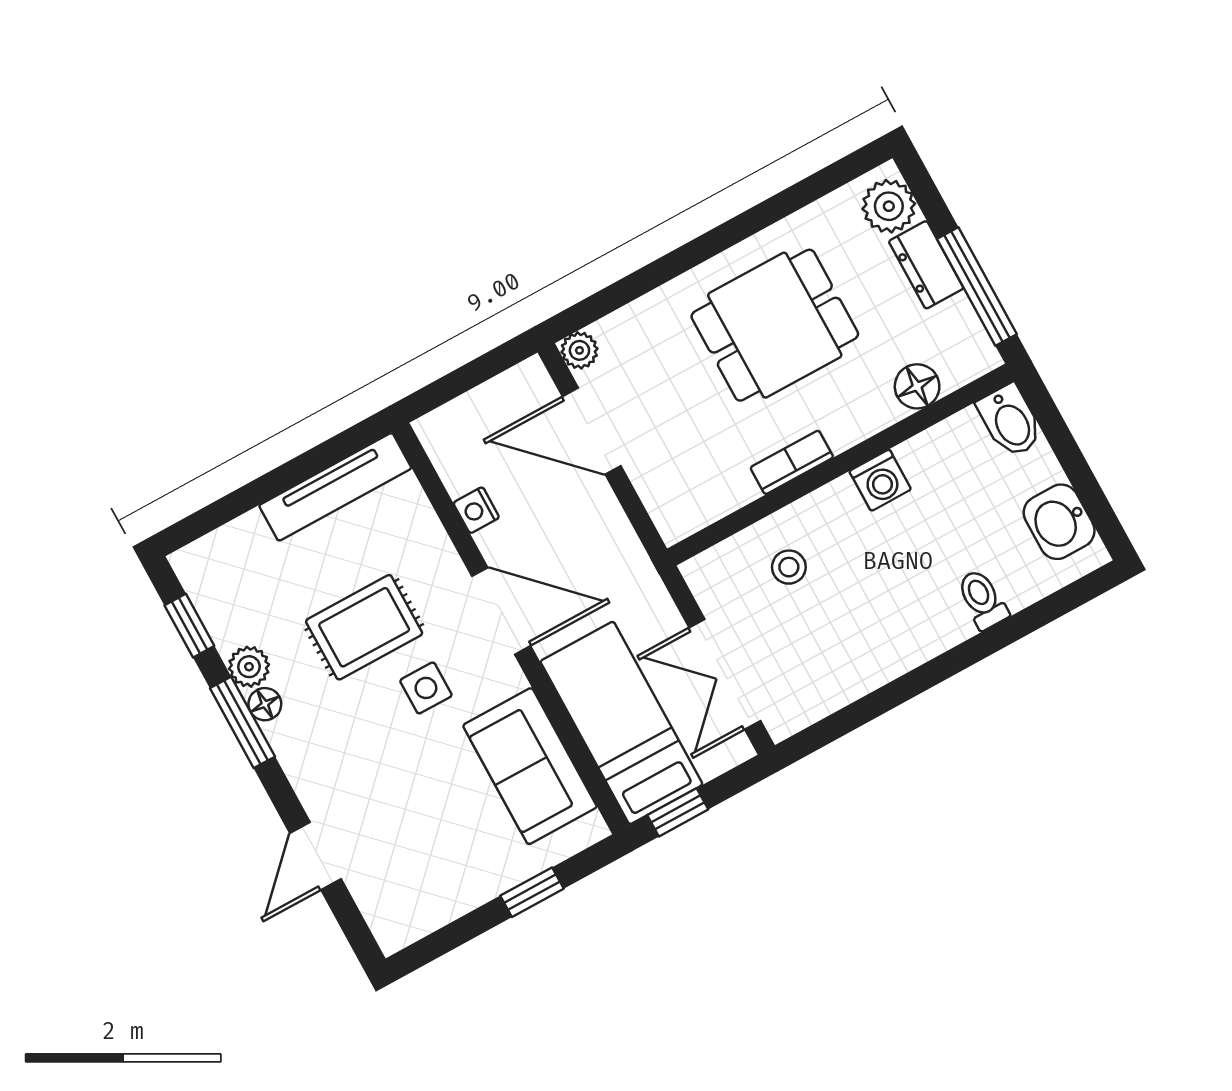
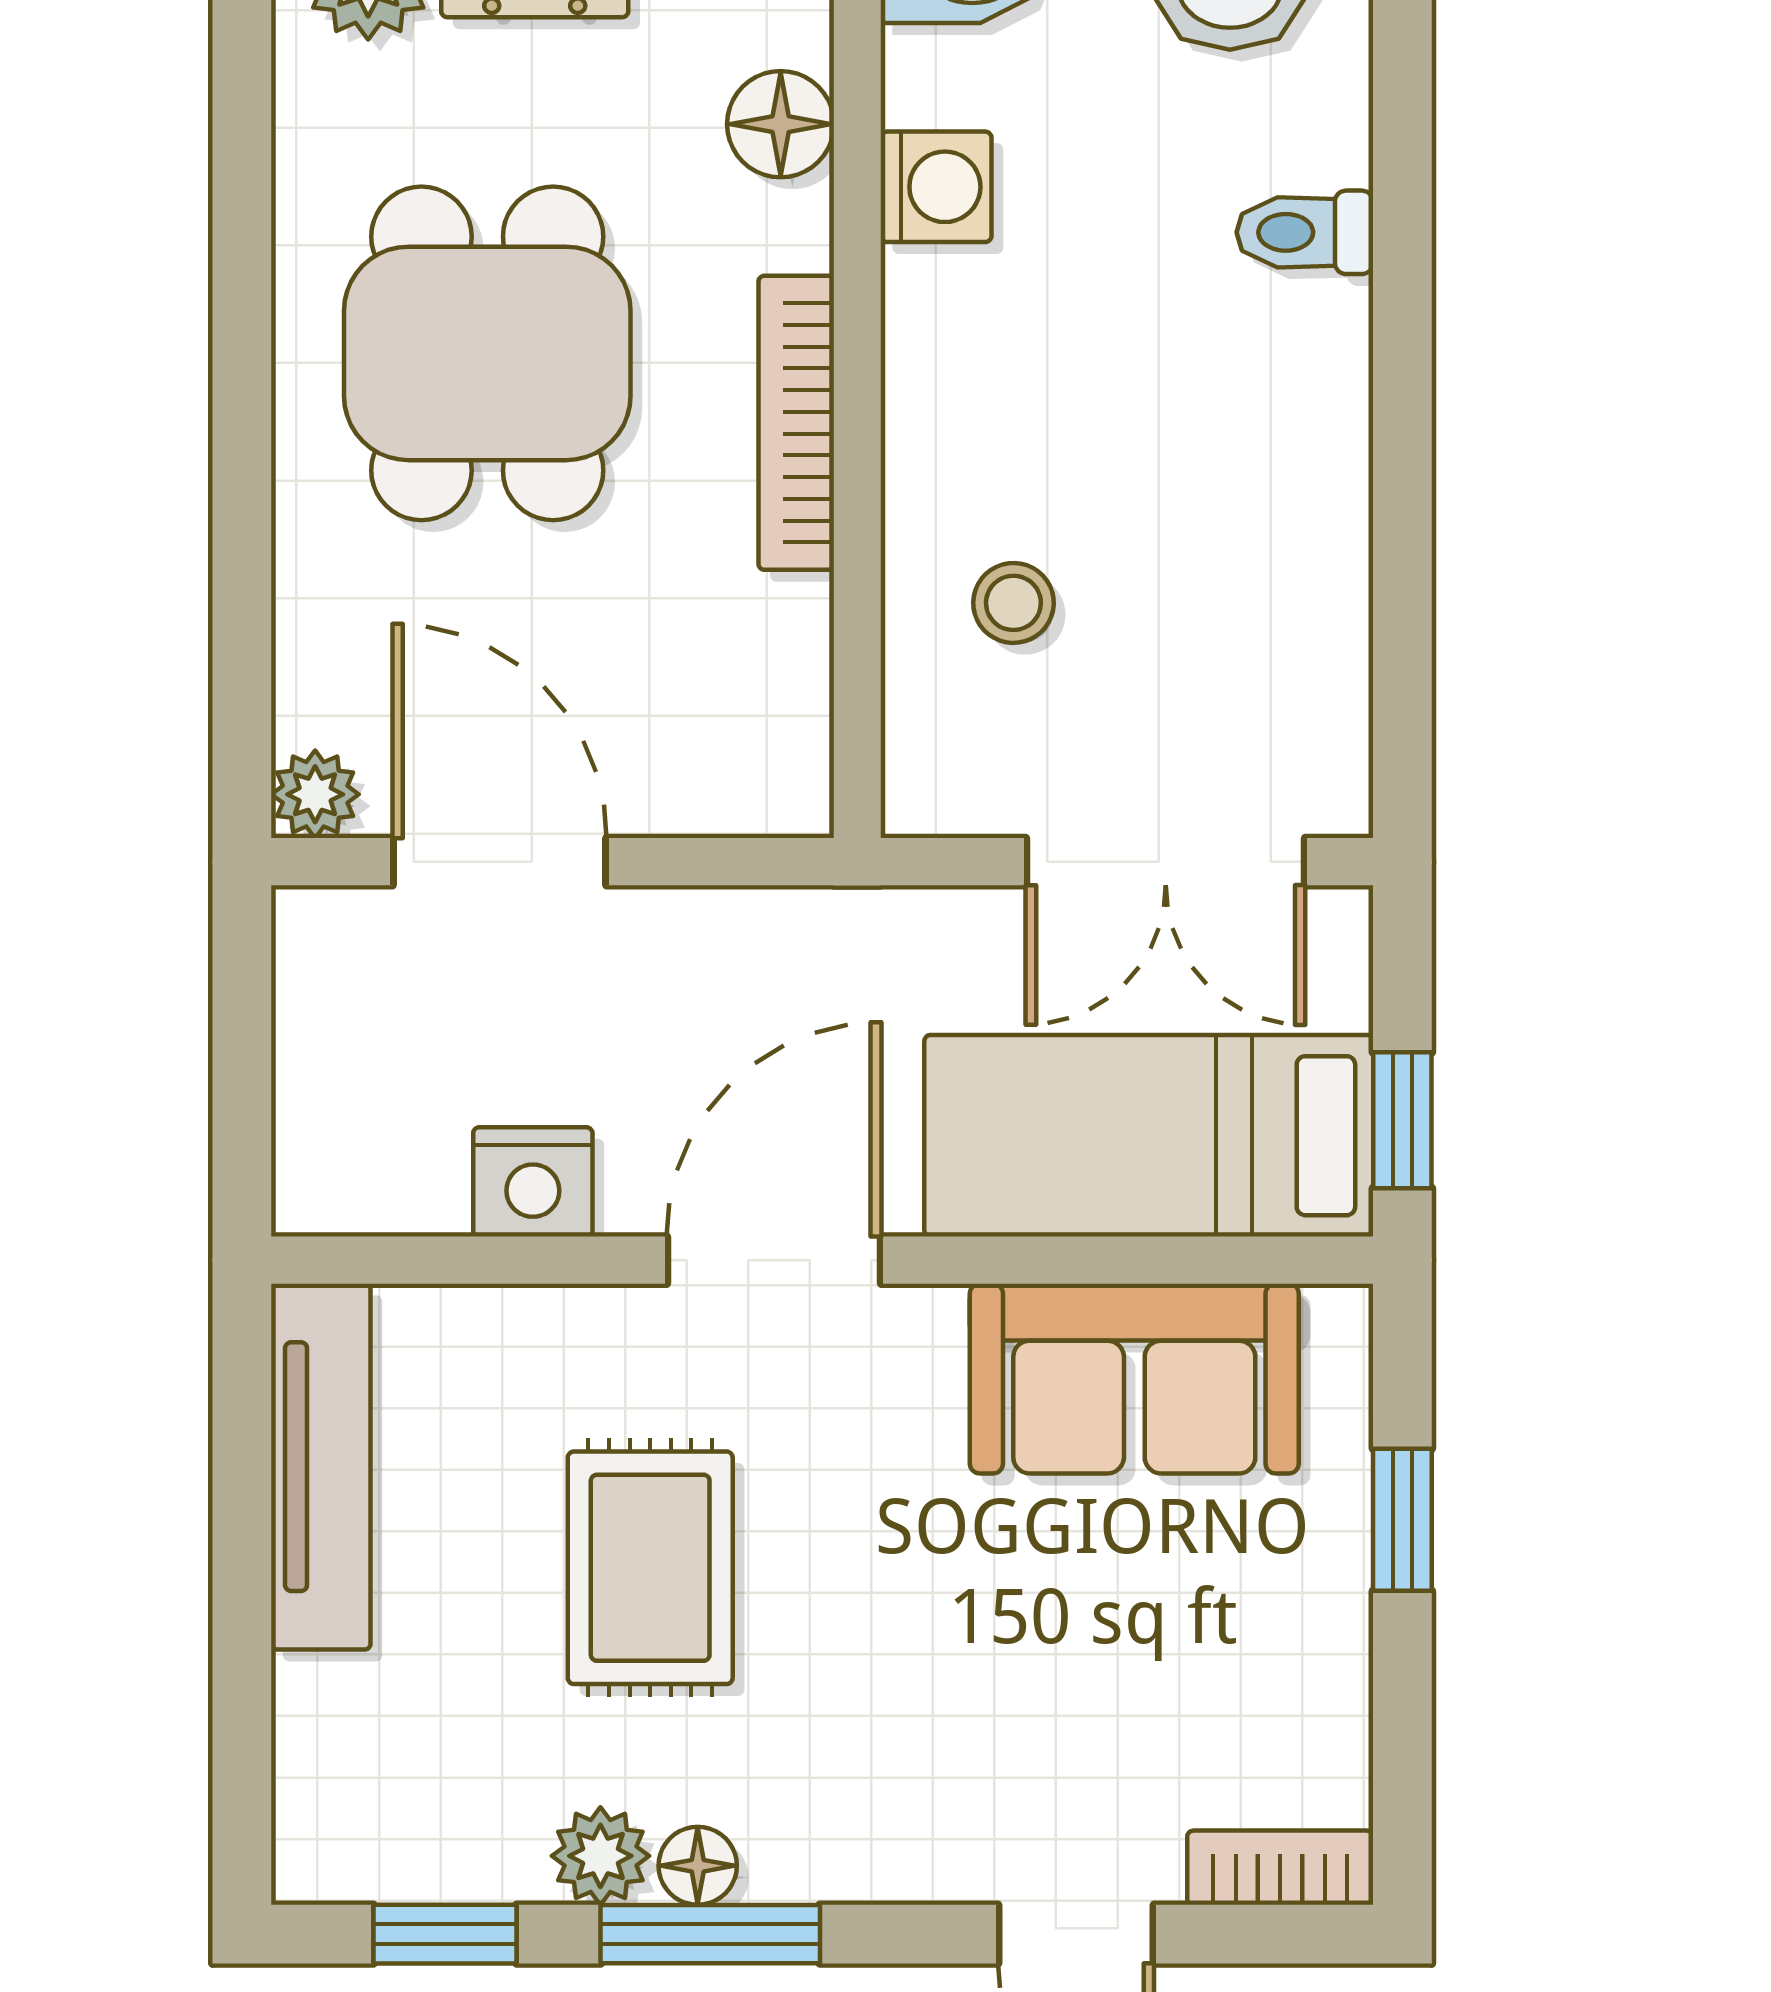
door: (592, 431) -> (500, 862), swing flipped
bookcase: (792, 462) -> (796, 423), width x1.56
washing machine: (880, 480) -> (936, 187), moved
nightstand: (476, 510) -> (533, 1182), width x1.39, depth x1.35
side table: (426, 688) -> (850, 1507), removed
bookcase: (381, 917) -> (1280, 1868), added

